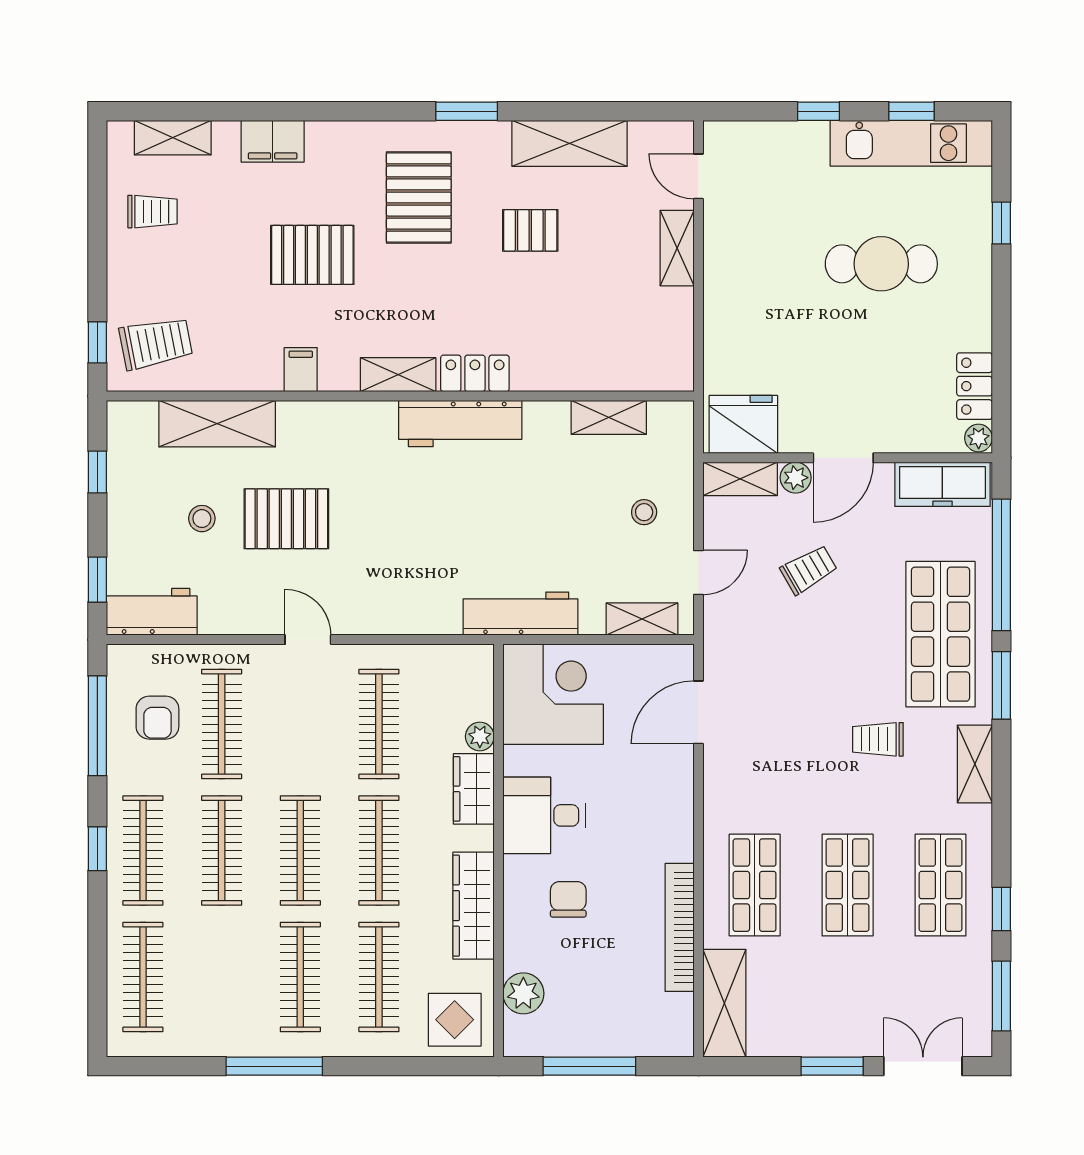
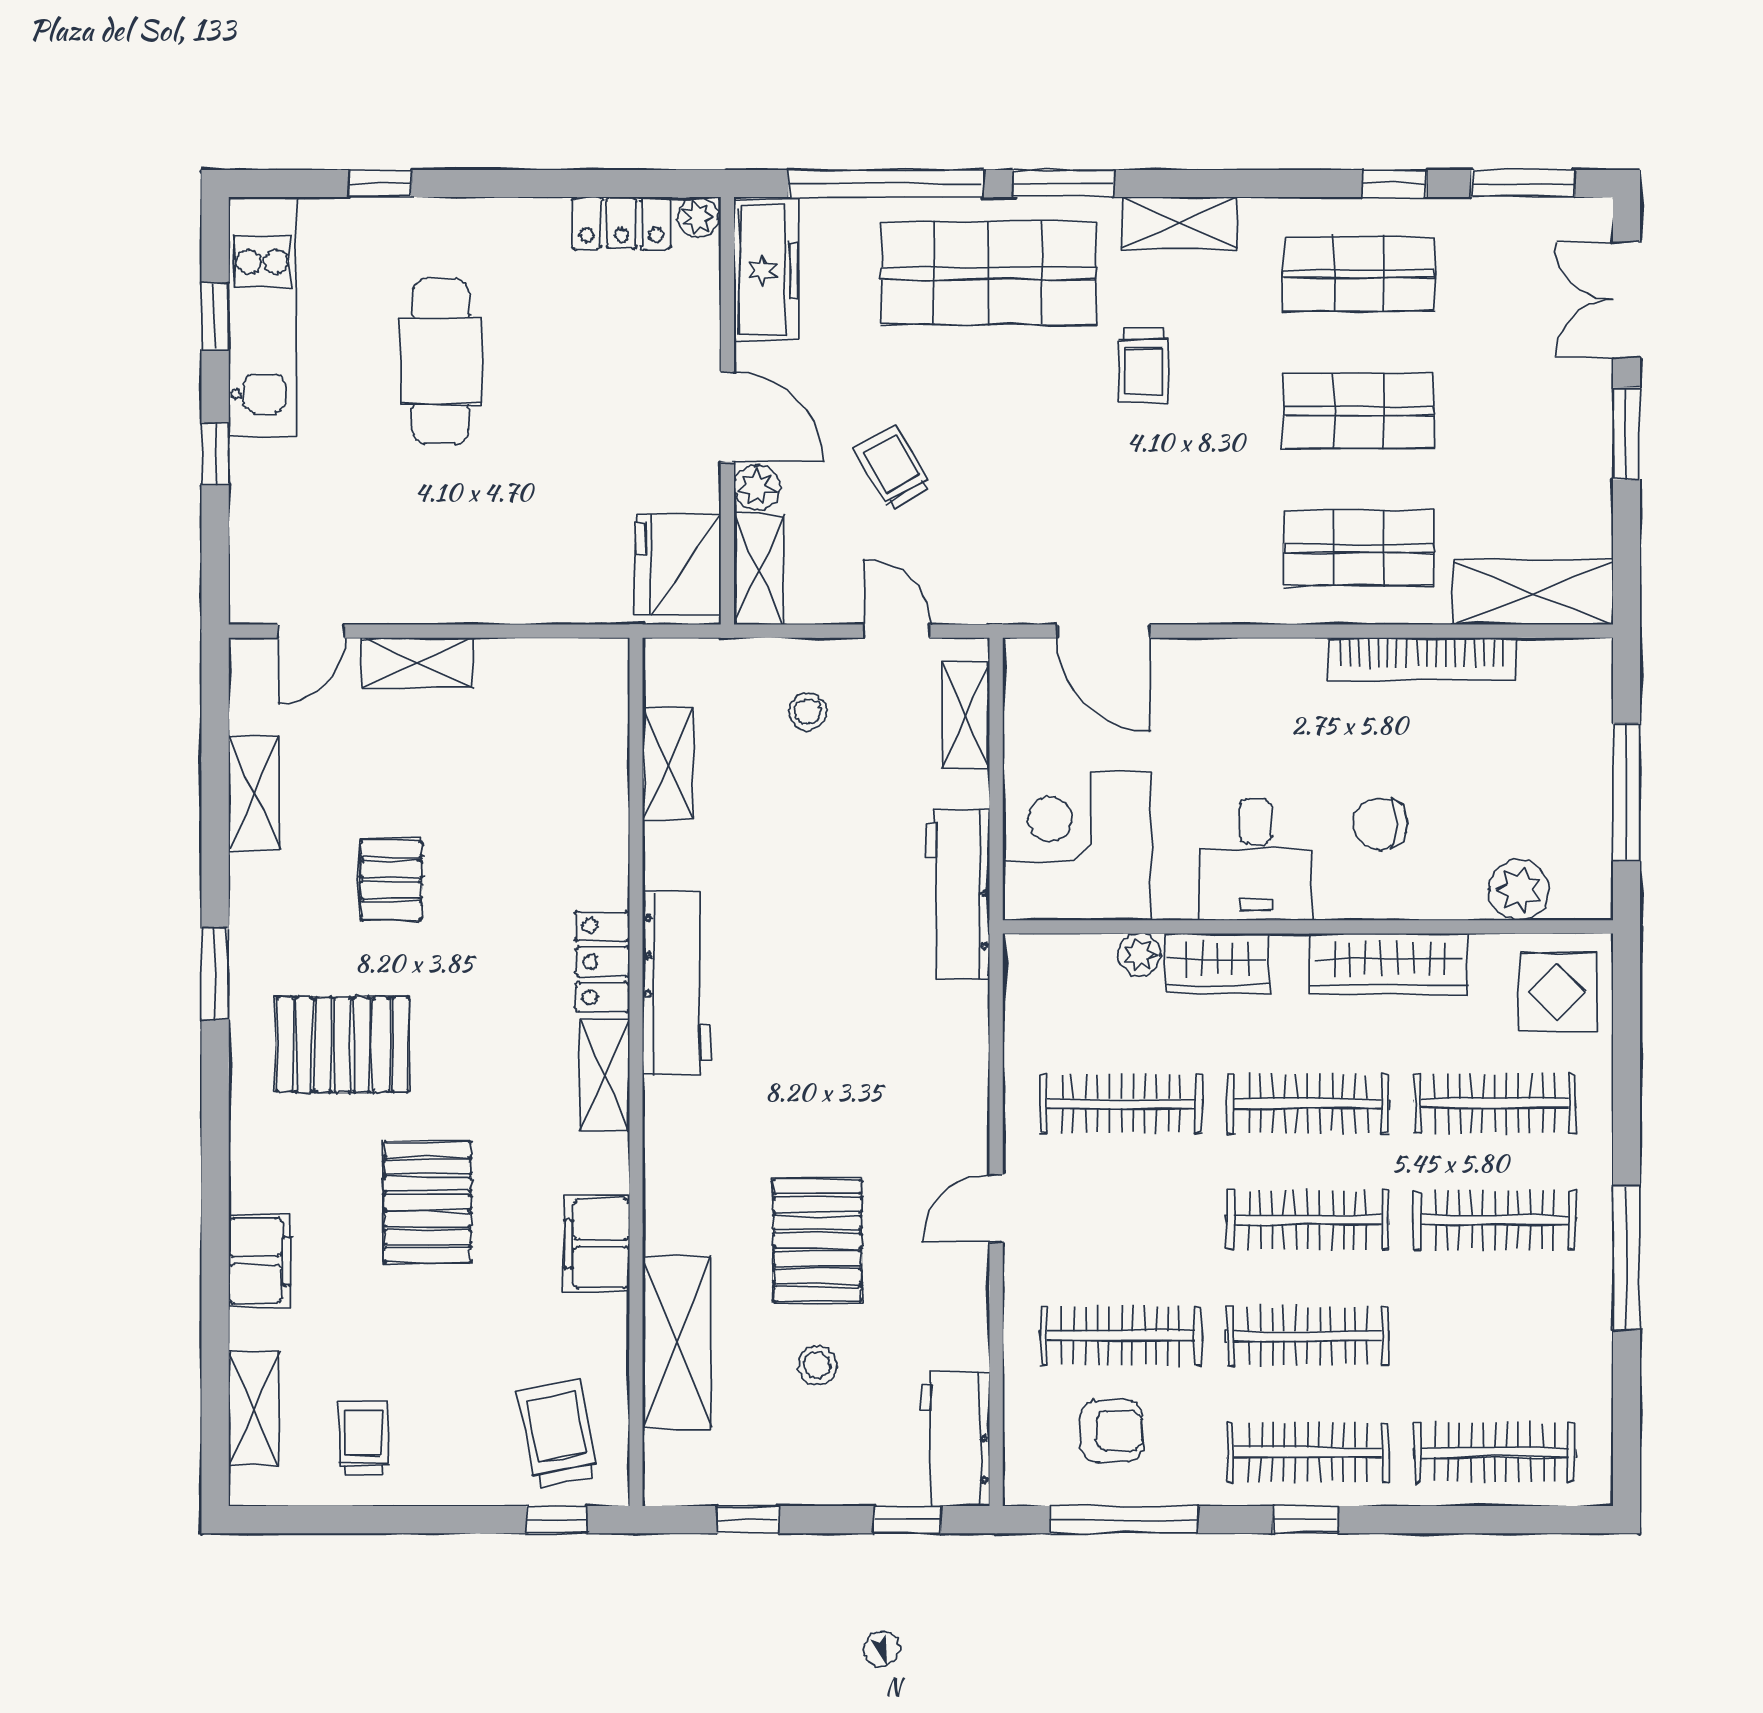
shelving: (570, 143) -> (254, 793), width x0.67, depth x0.75
filing cabinet: (301, 370) -> (597, 1244), width x2.00

